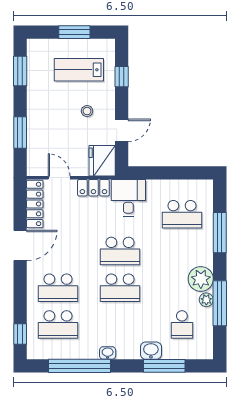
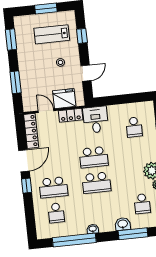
fridge: (102, 161) -> (64, 99), moved, turned 90
school desk: (182, 214) -> (134, 127), width x0.54
school desk: (58, 325) -> (56, 213), width x0.54
window: (20, 334) -> (27, 186), moved

